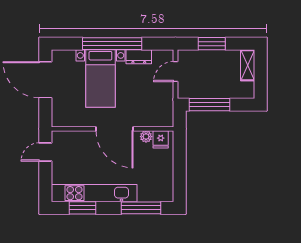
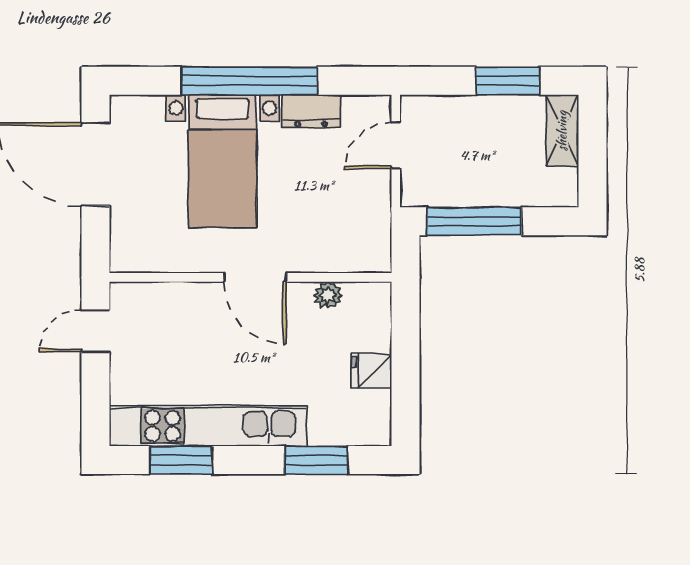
window: (212, 44) -> (508, 81), moved
door: (115, 129) -> (255, 277), width x0.73
fridge: (161, 139) -> (371, 371), moved, turned 90
window: (141, 208) -> (316, 460), width x0.69

